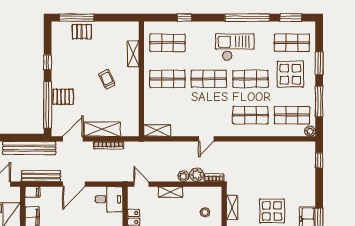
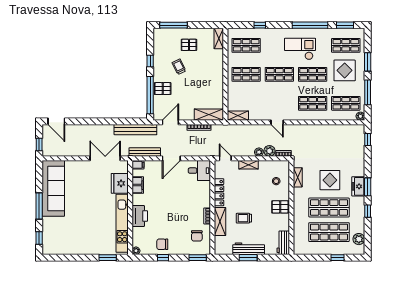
pallet: (82, 32) -> (189, 45), moved
shelving: (133, 54) -> (219, 39), moved
trolley: (107, 80) -> (179, 67), moved
shelving: (102, 129) -> (209, 115), moved
door: (206, 139) -> (277, 122), hinge flipped

